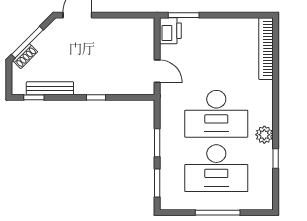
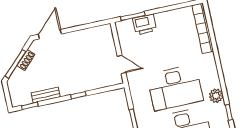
printer: (170, 31) -> (145, 24), moved, turned 90
shoe rack: (25, 56) -> (26, 60), moved
bench: (50, 88) -> (46, 95), width x0.73

